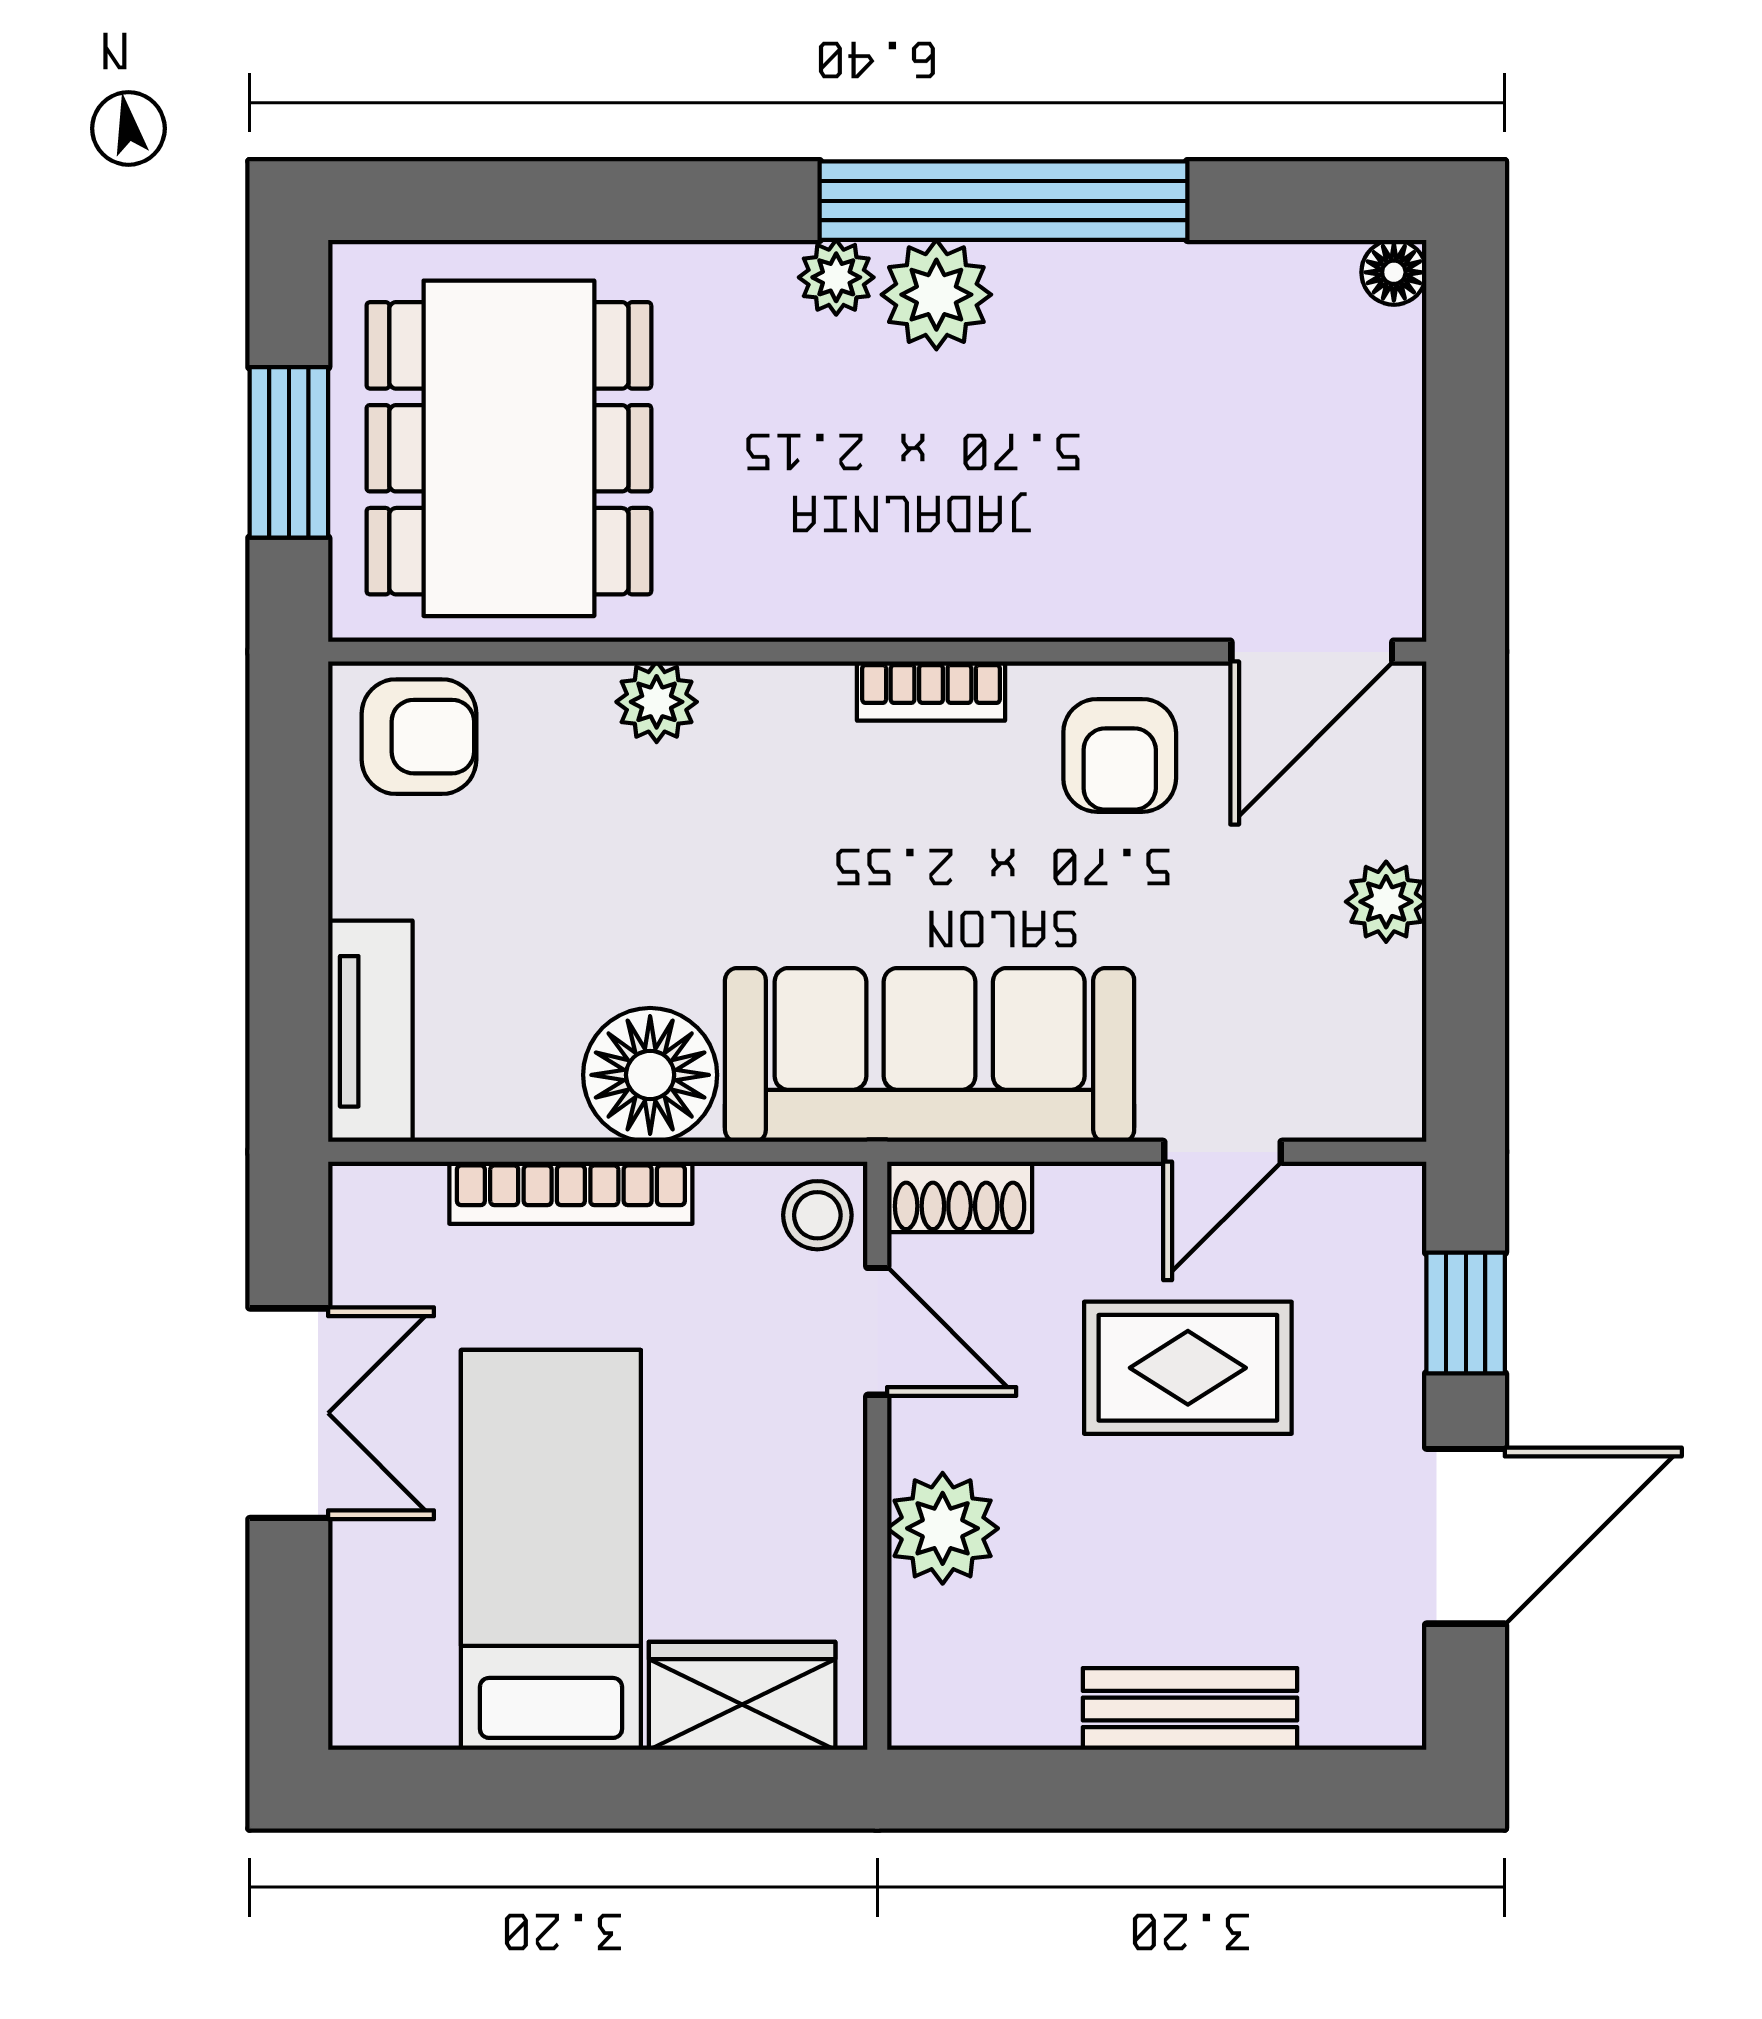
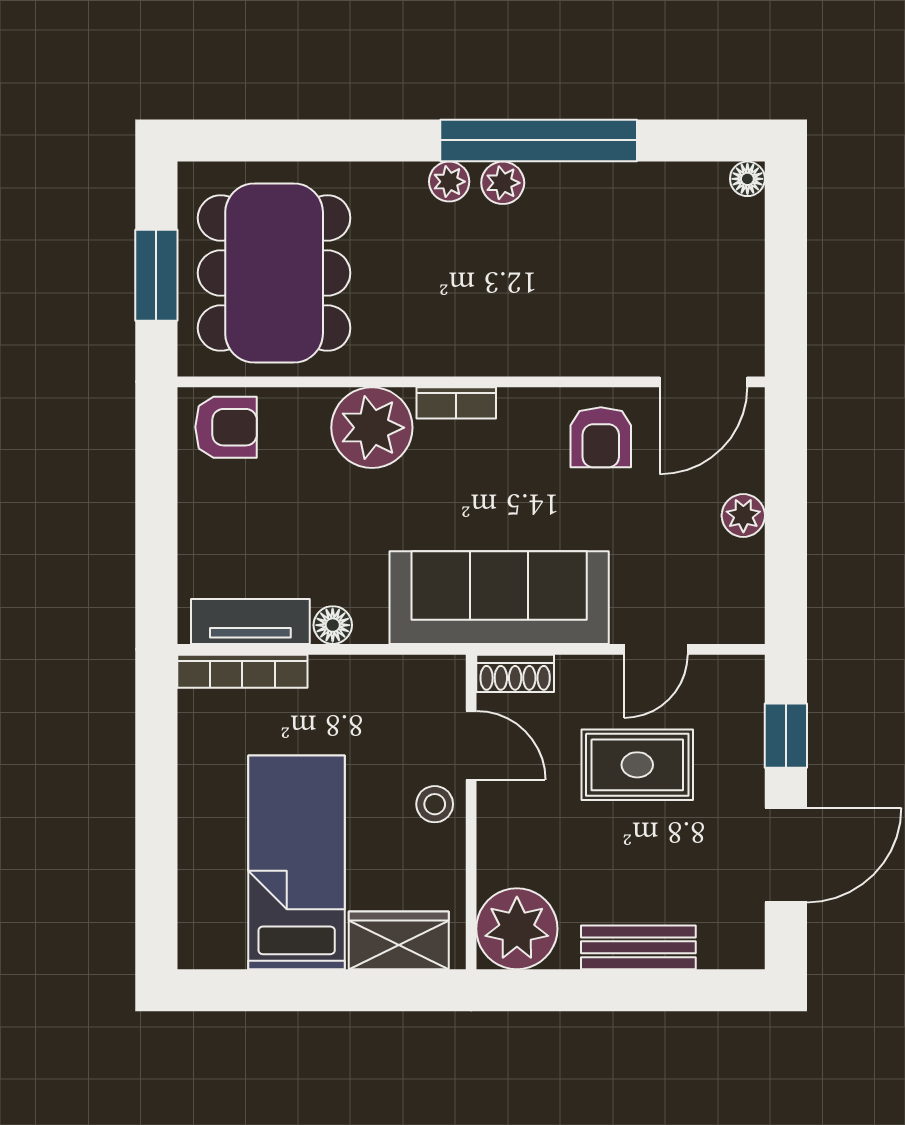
plant: (936, 295) -> (503, 183), width x0.73, depth x0.73
bookcase: (931, 691) -> (456, 403), moved
plant: (657, 702) -> (372, 428), width x1.87, depth x1.87
tv unit: (370, 1031) -> (250, 621), moved, turned -90
floor lamp: (650, 1075) -> (333, 625), width x0.53, depth x0.53
bookcase: (571, 1193) -> (242, 671), moved
stool: (817, 1215) -> (435, 804), moved
double door: (289, 1413) -> (156, 789), removed
plant: (943, 1528) -> (517, 929), moved, width x1.36, depth x1.36

